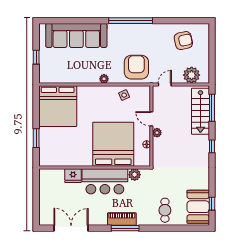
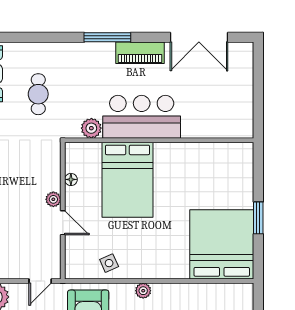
window: (36, 138) -> (258, 218), moved
bed: (113, 144) -> (128, 180), width x0.73
fridge: (73, 176) -> (196, 126), removed
cafe table: (165, 210) -> (38, 94), moved
piano: (122, 219) -> (140, 53), moved

